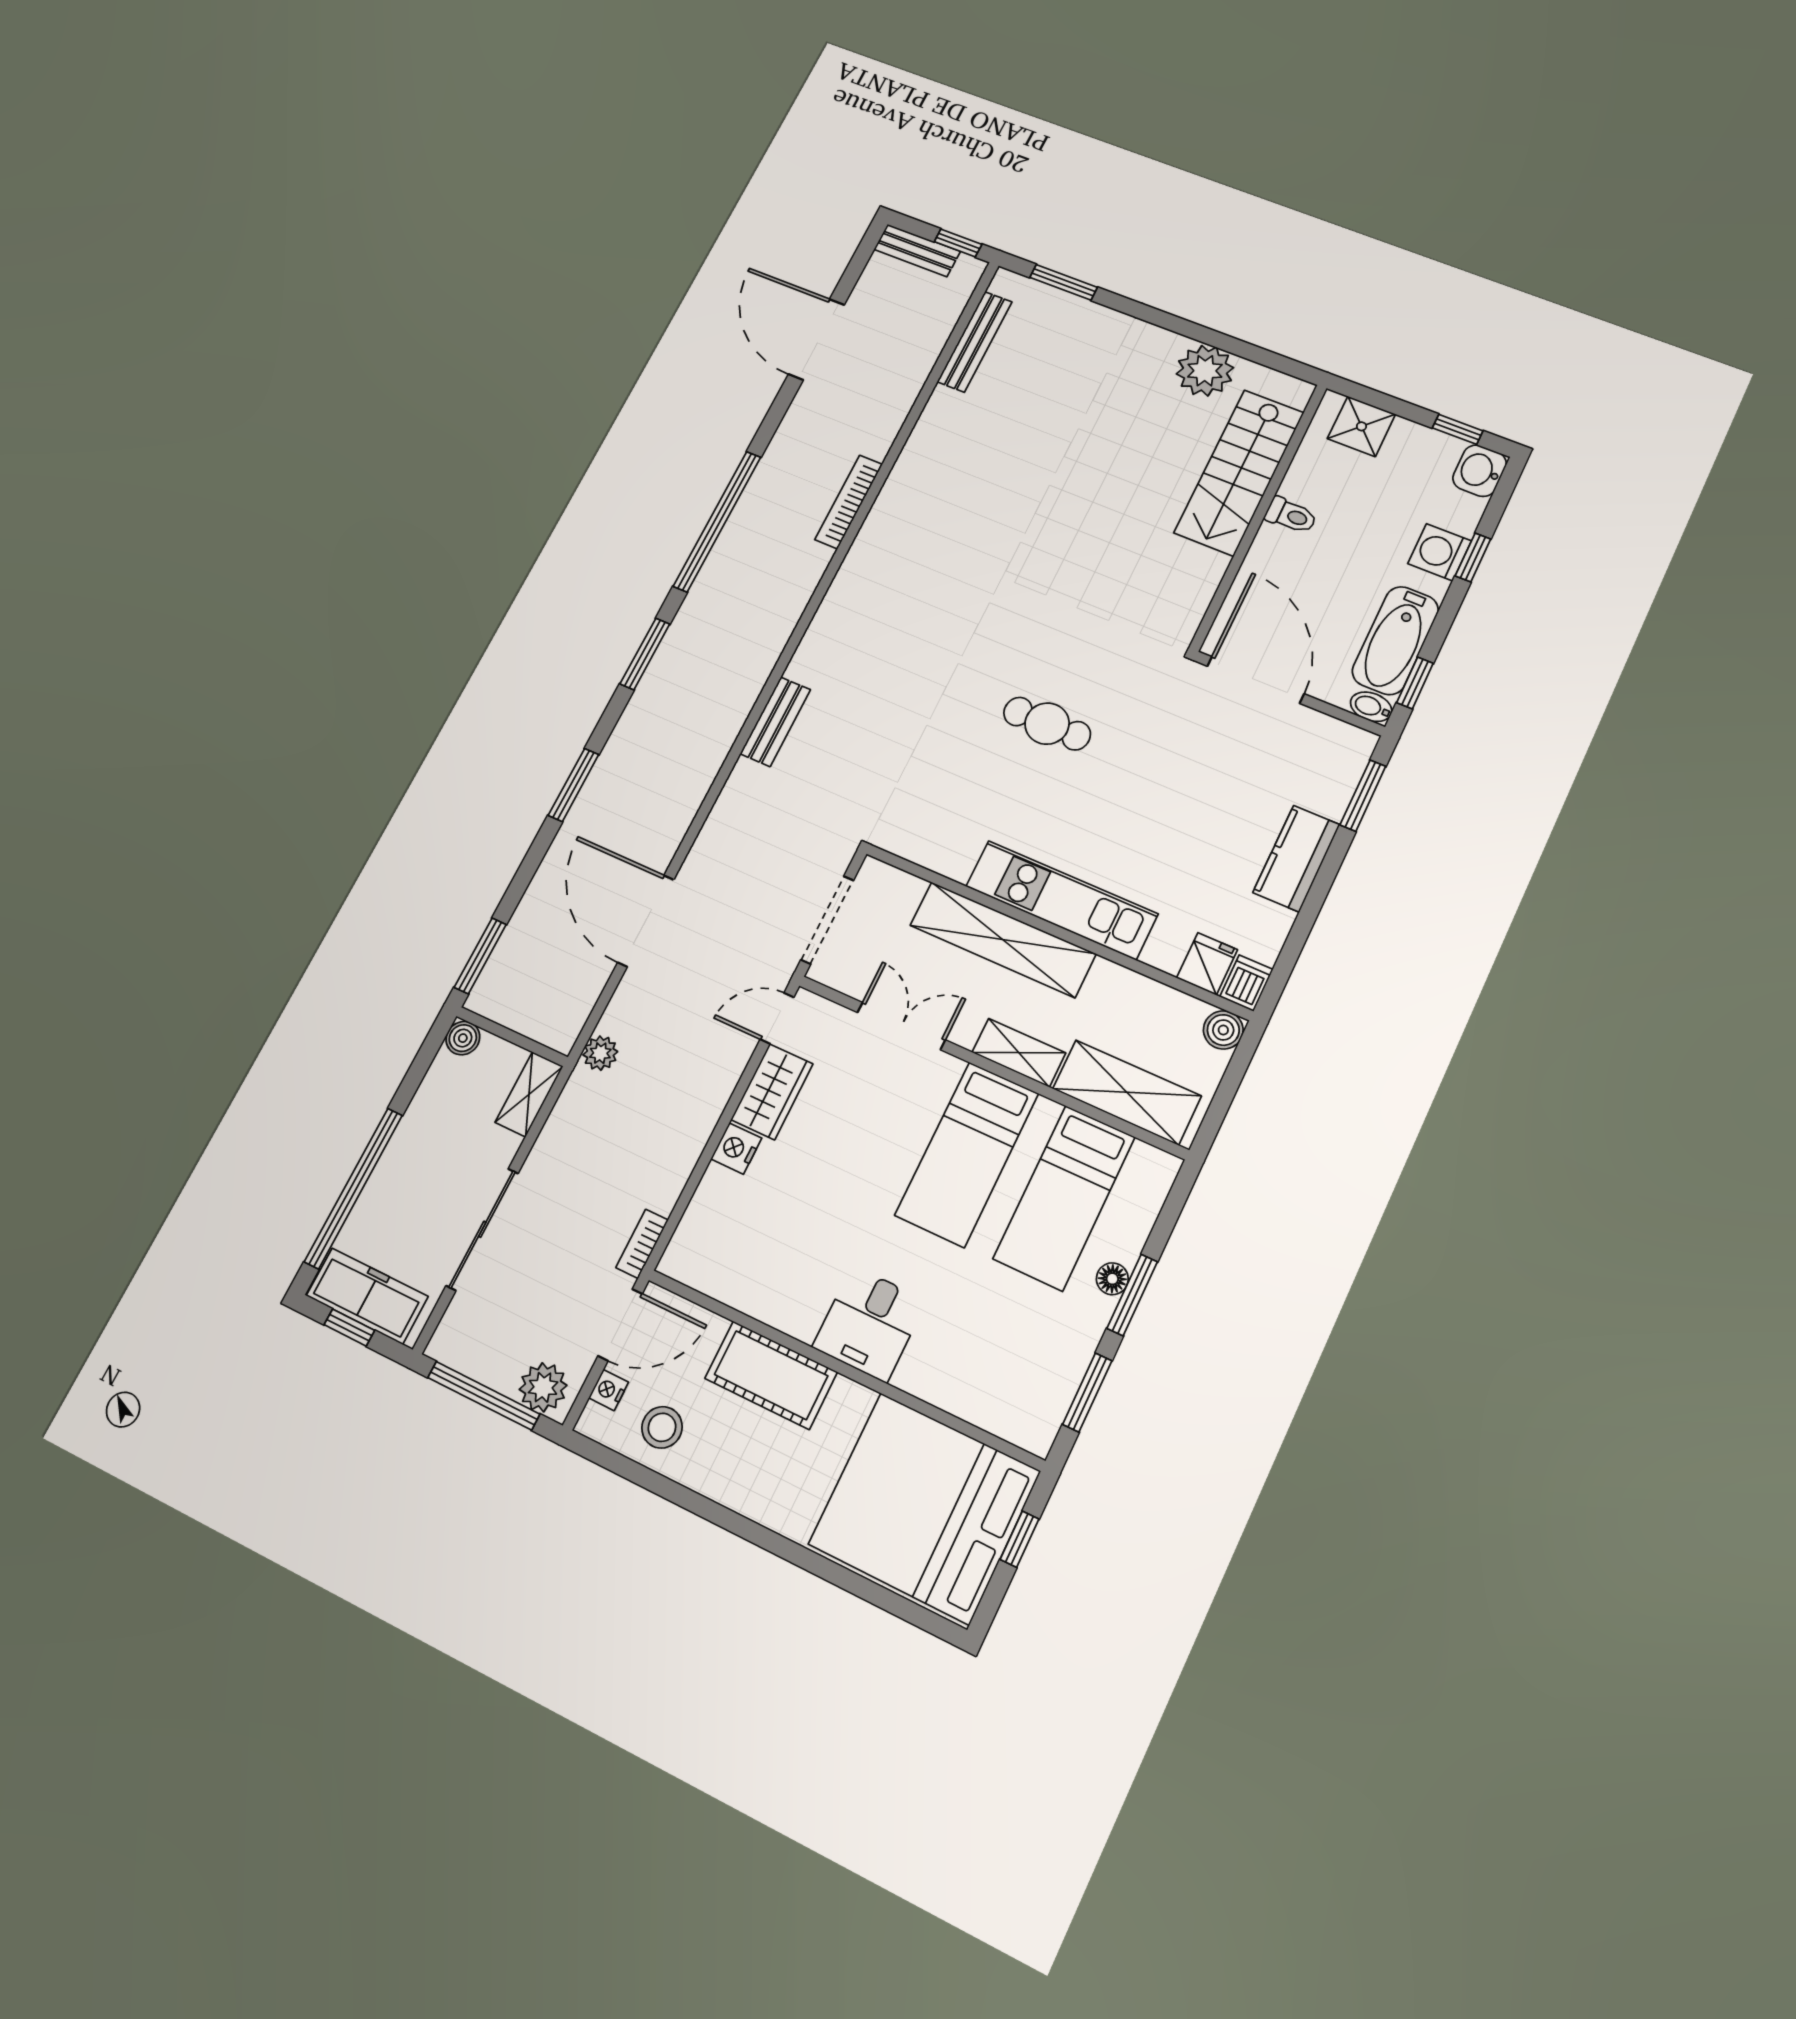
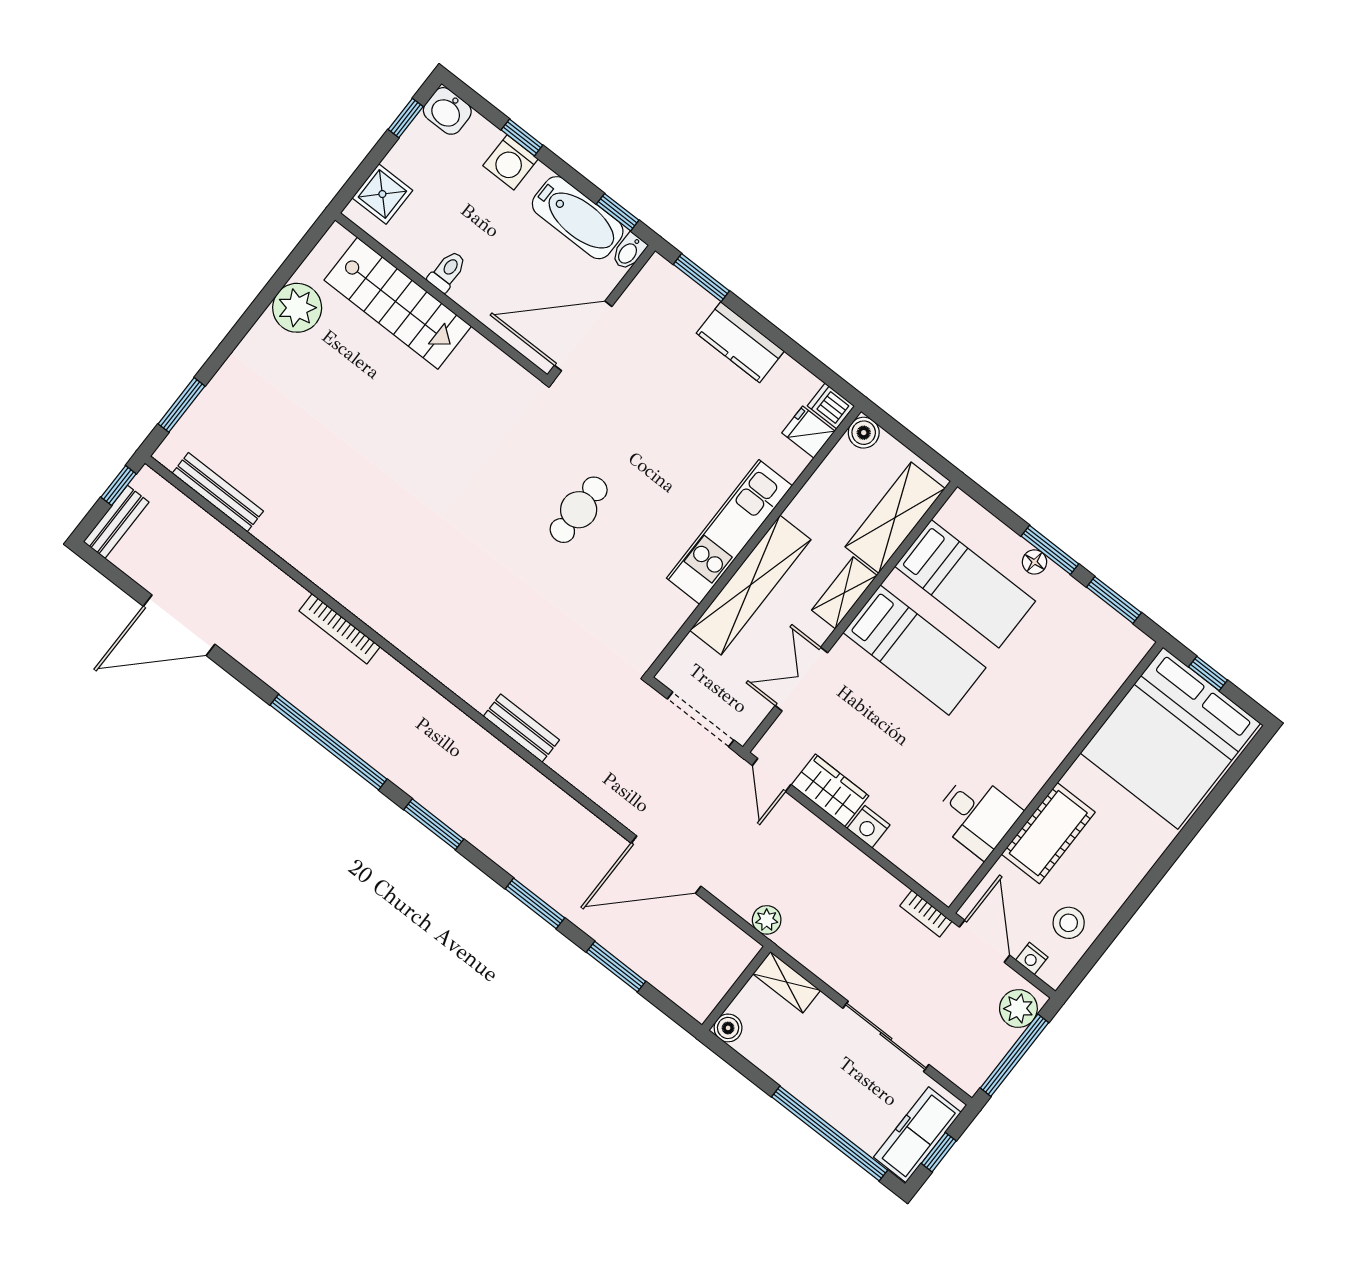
window: (480, 956) -> (616, 967), moved
desk: (869, 1324) -> (977, 815), moved

